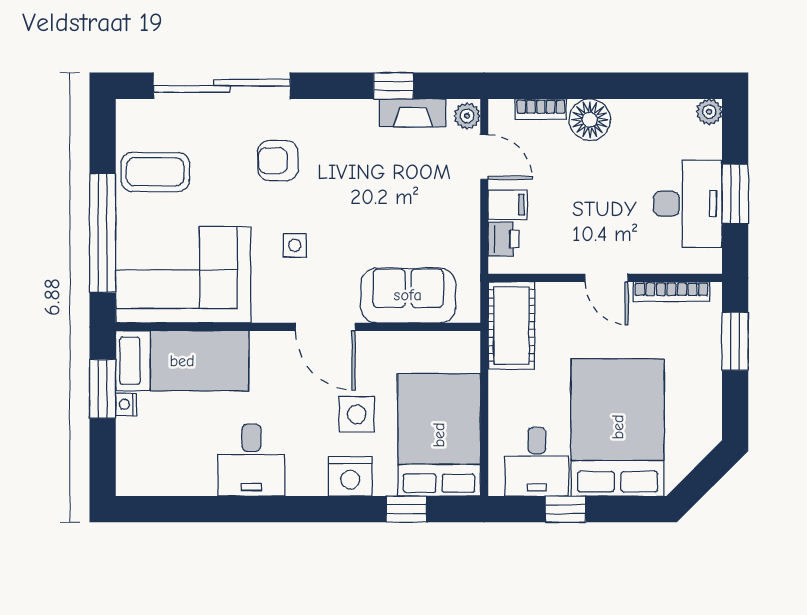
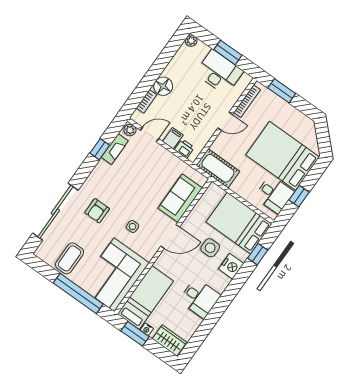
wardrobe: (135, 460) -> (169, 340), added

